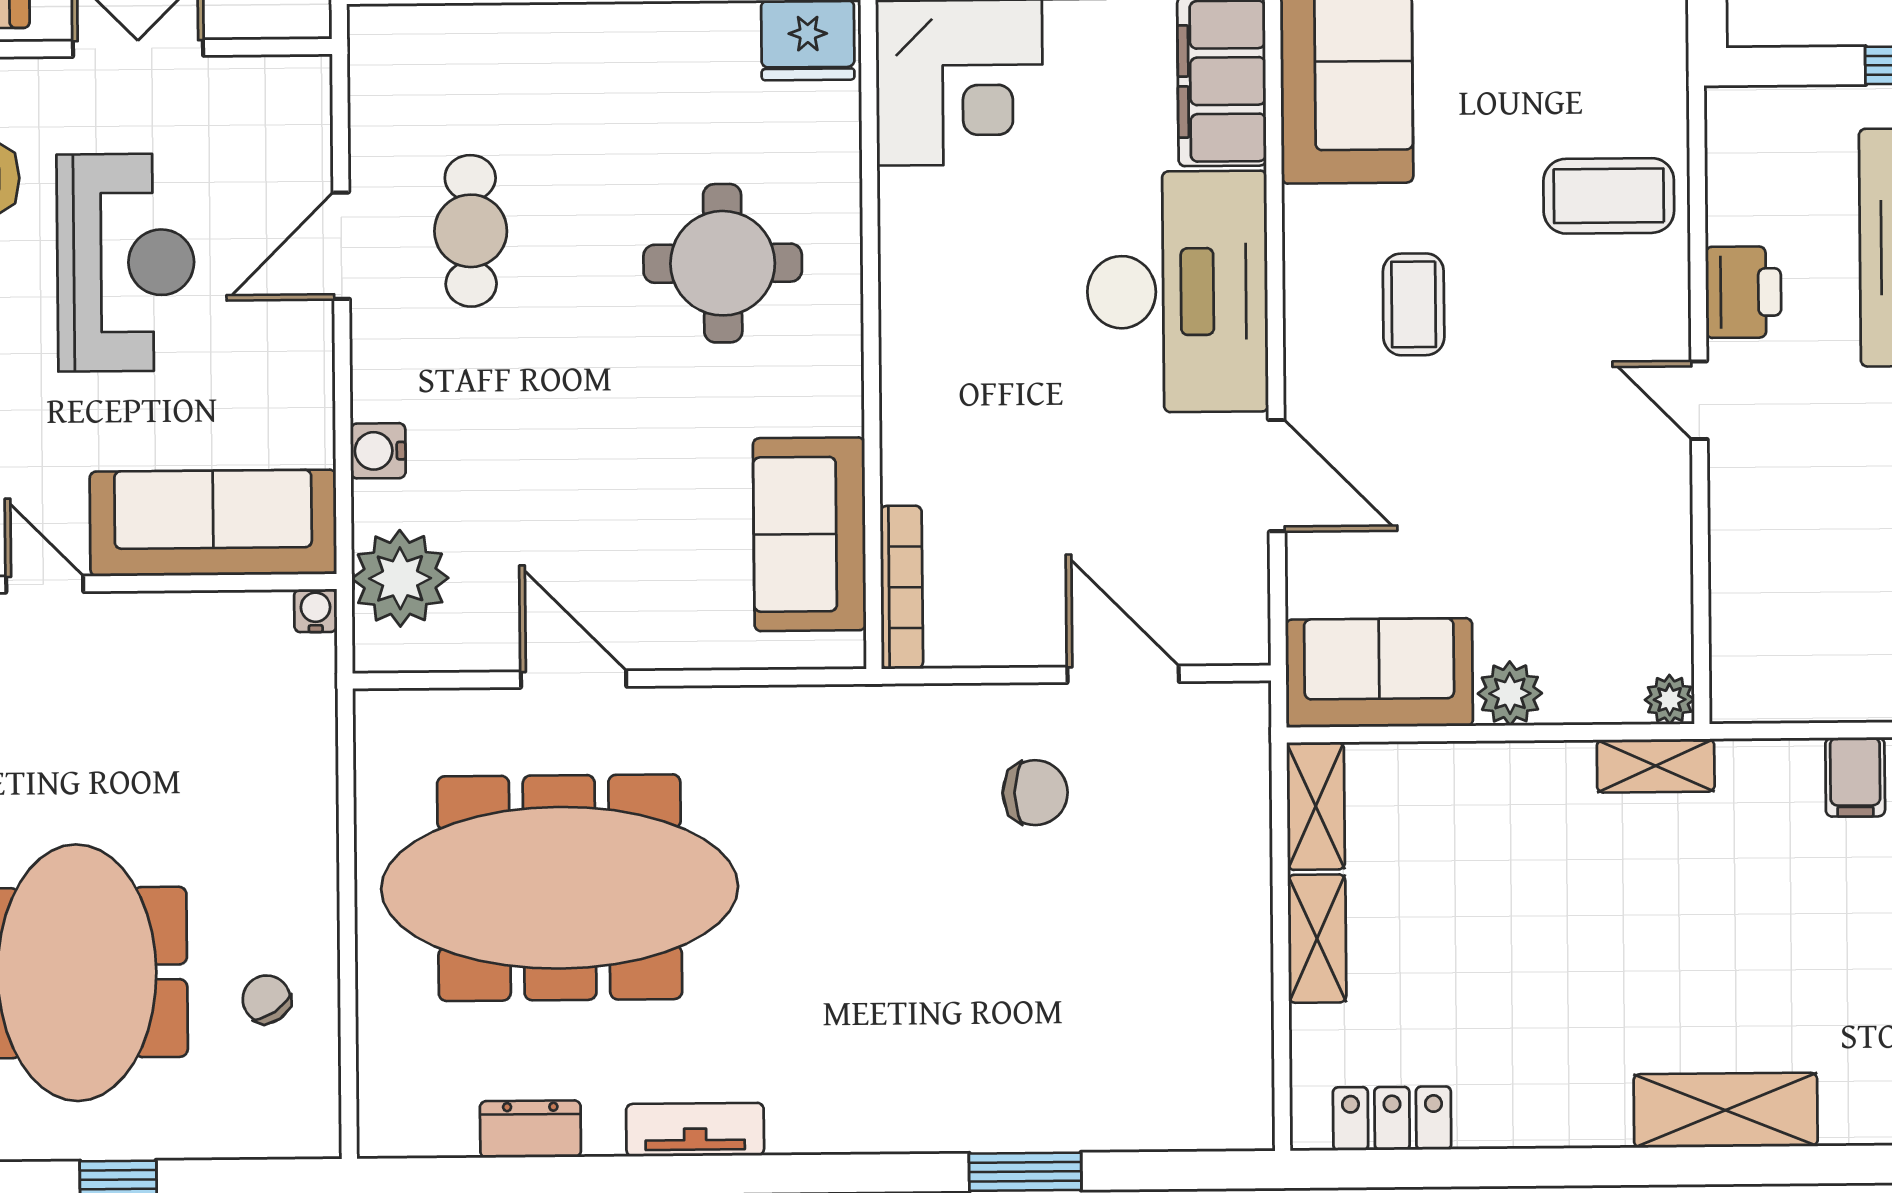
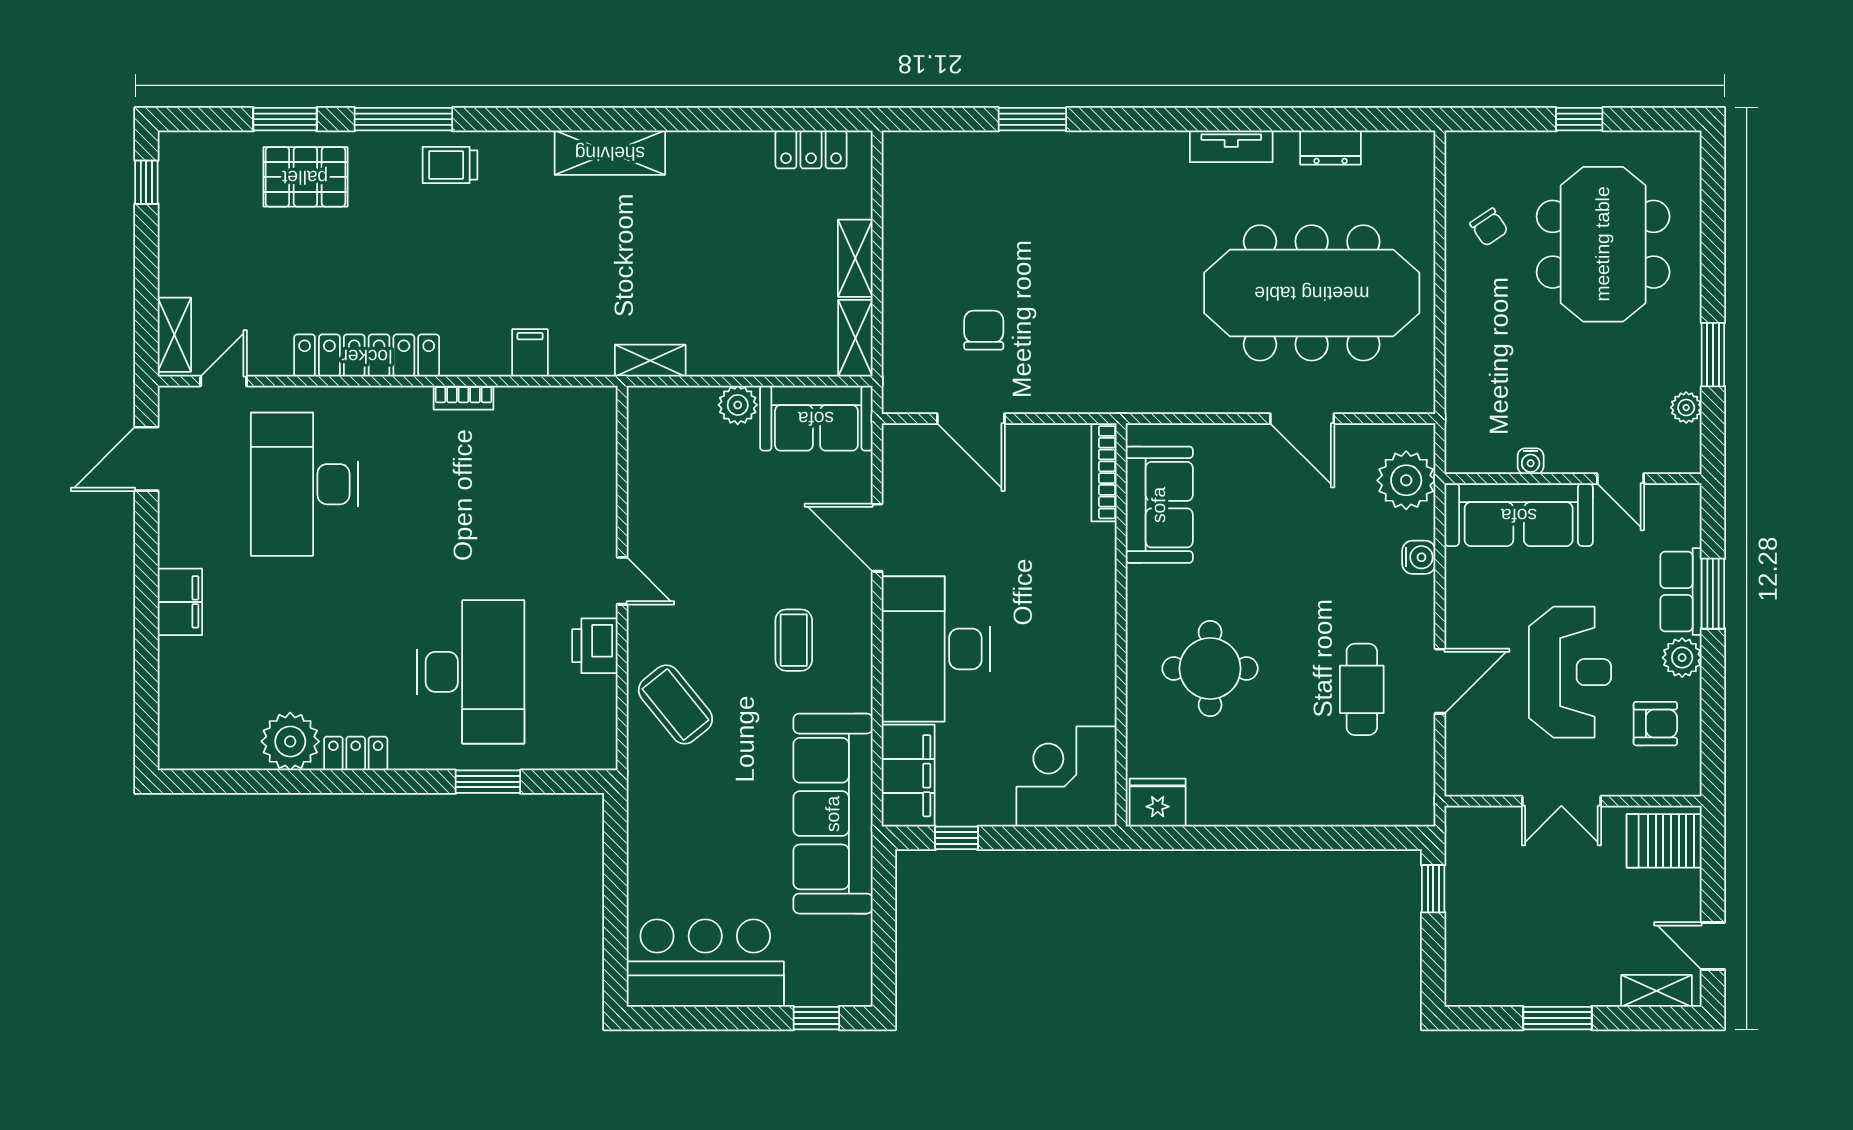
coffee table: (1609, 196) -> (675, 704), turned 51
reception desk: (126, 262) -> (1570, 672), turned 180
water cooler: (316, 611) -> (1531, 461), moved
plant: (1670, 700) -> (641, 400), removed
chair: (1035, 793) -> (984, 330), moved, turned 90

